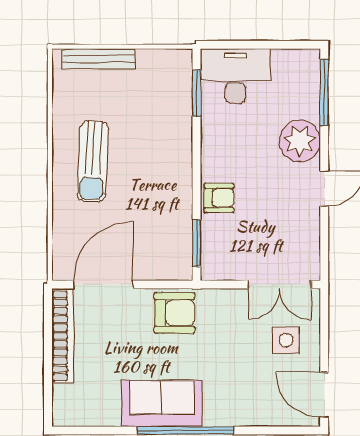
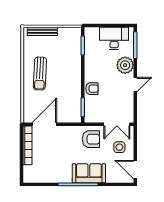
desk: (235, 76) -> (114, 38), moved
armchair: (175, 313) -> (91, 139), moved
sofa: (162, 403) -> (89, 173), moved

